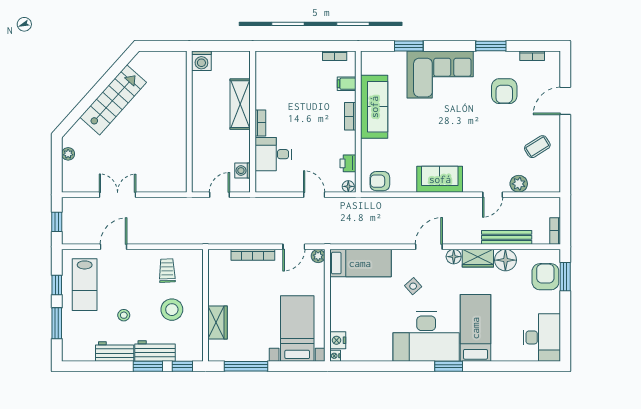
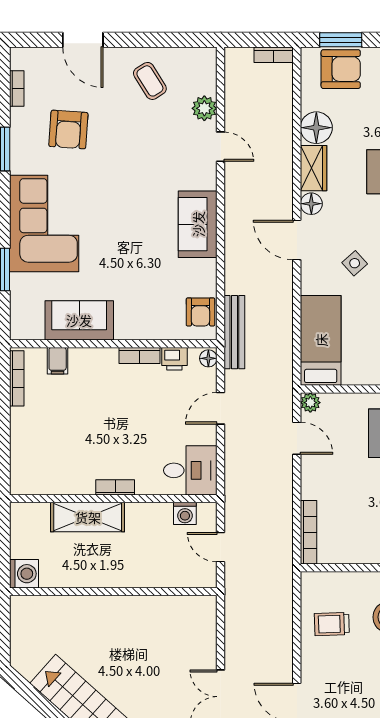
bookcase: (335, 56) -> (17, 378), width x1.56
armchair: (504, 91) -> (68, 129), turned 94
sofa: (374, 107) -> (79, 320), width x0.73
bookcase: (350, 116) -> (140, 355), moved
desk: (273, 154) -> (190, 470), moved, turned -90
bench: (507, 237) -> (234, 332), moved
bookcase: (253, 255) -> (309, 532), moved
armchair: (545, 277) -> (341, 69), turned 180

